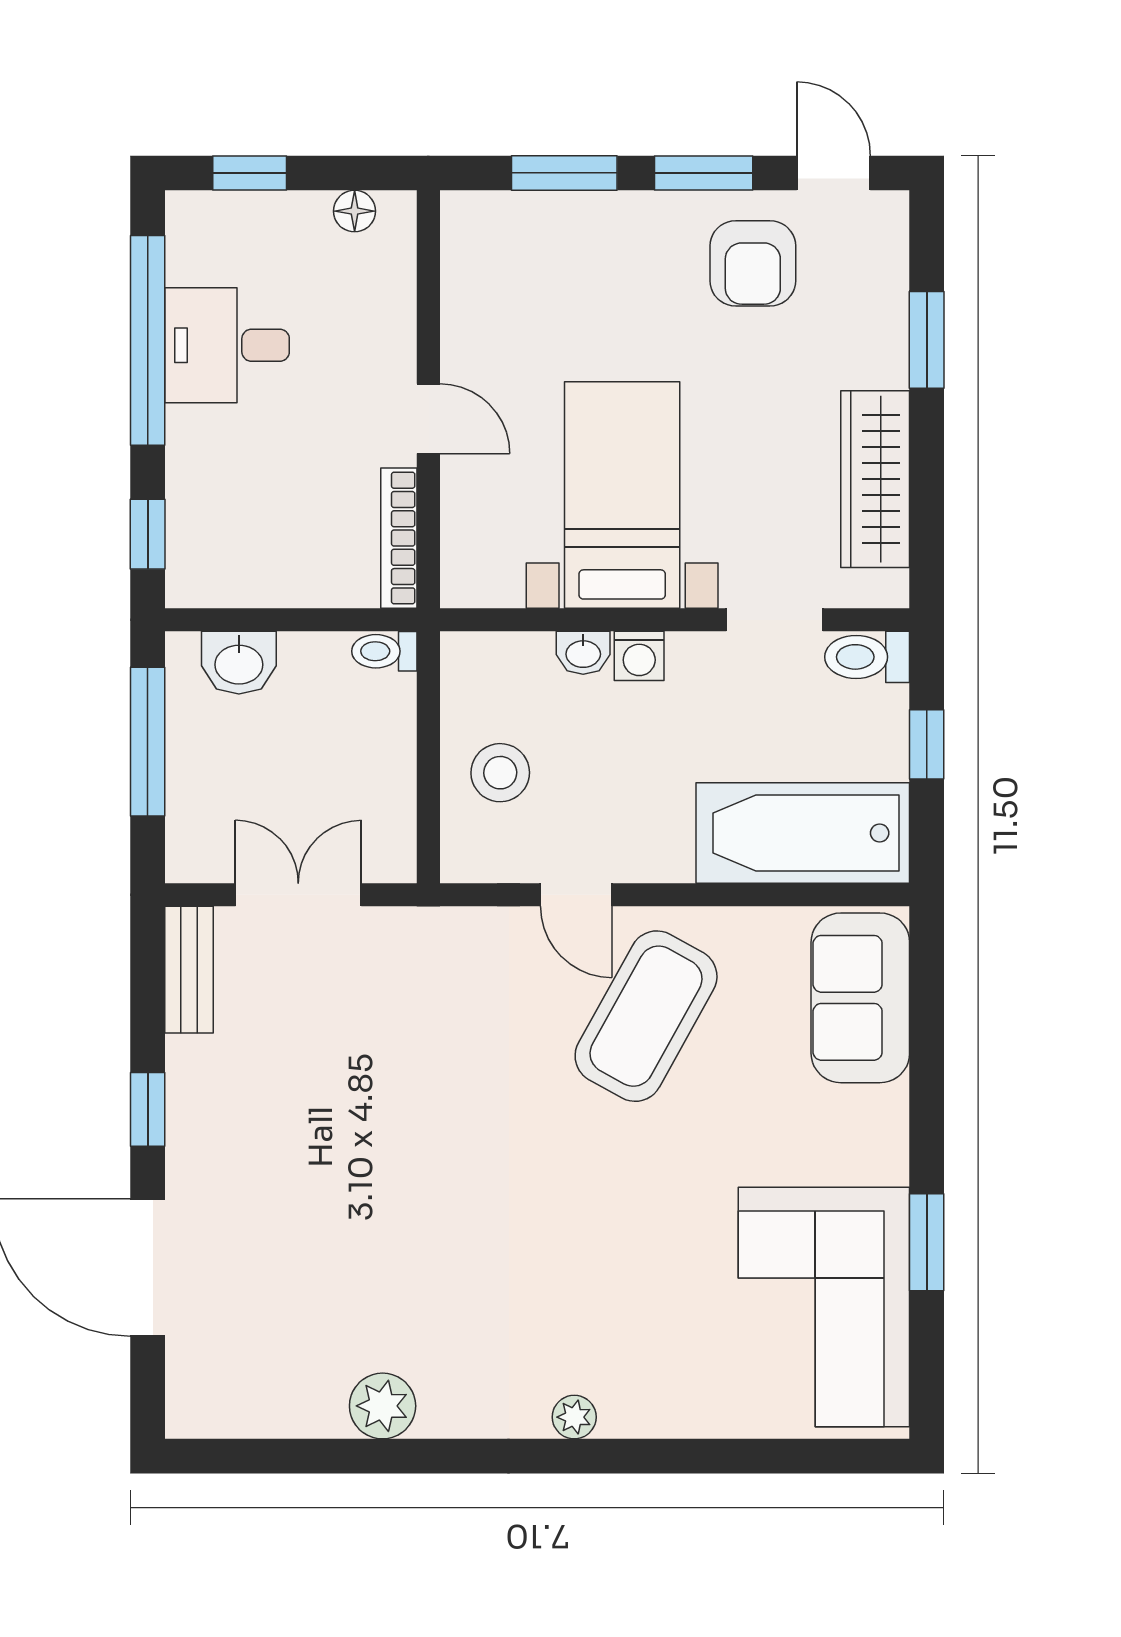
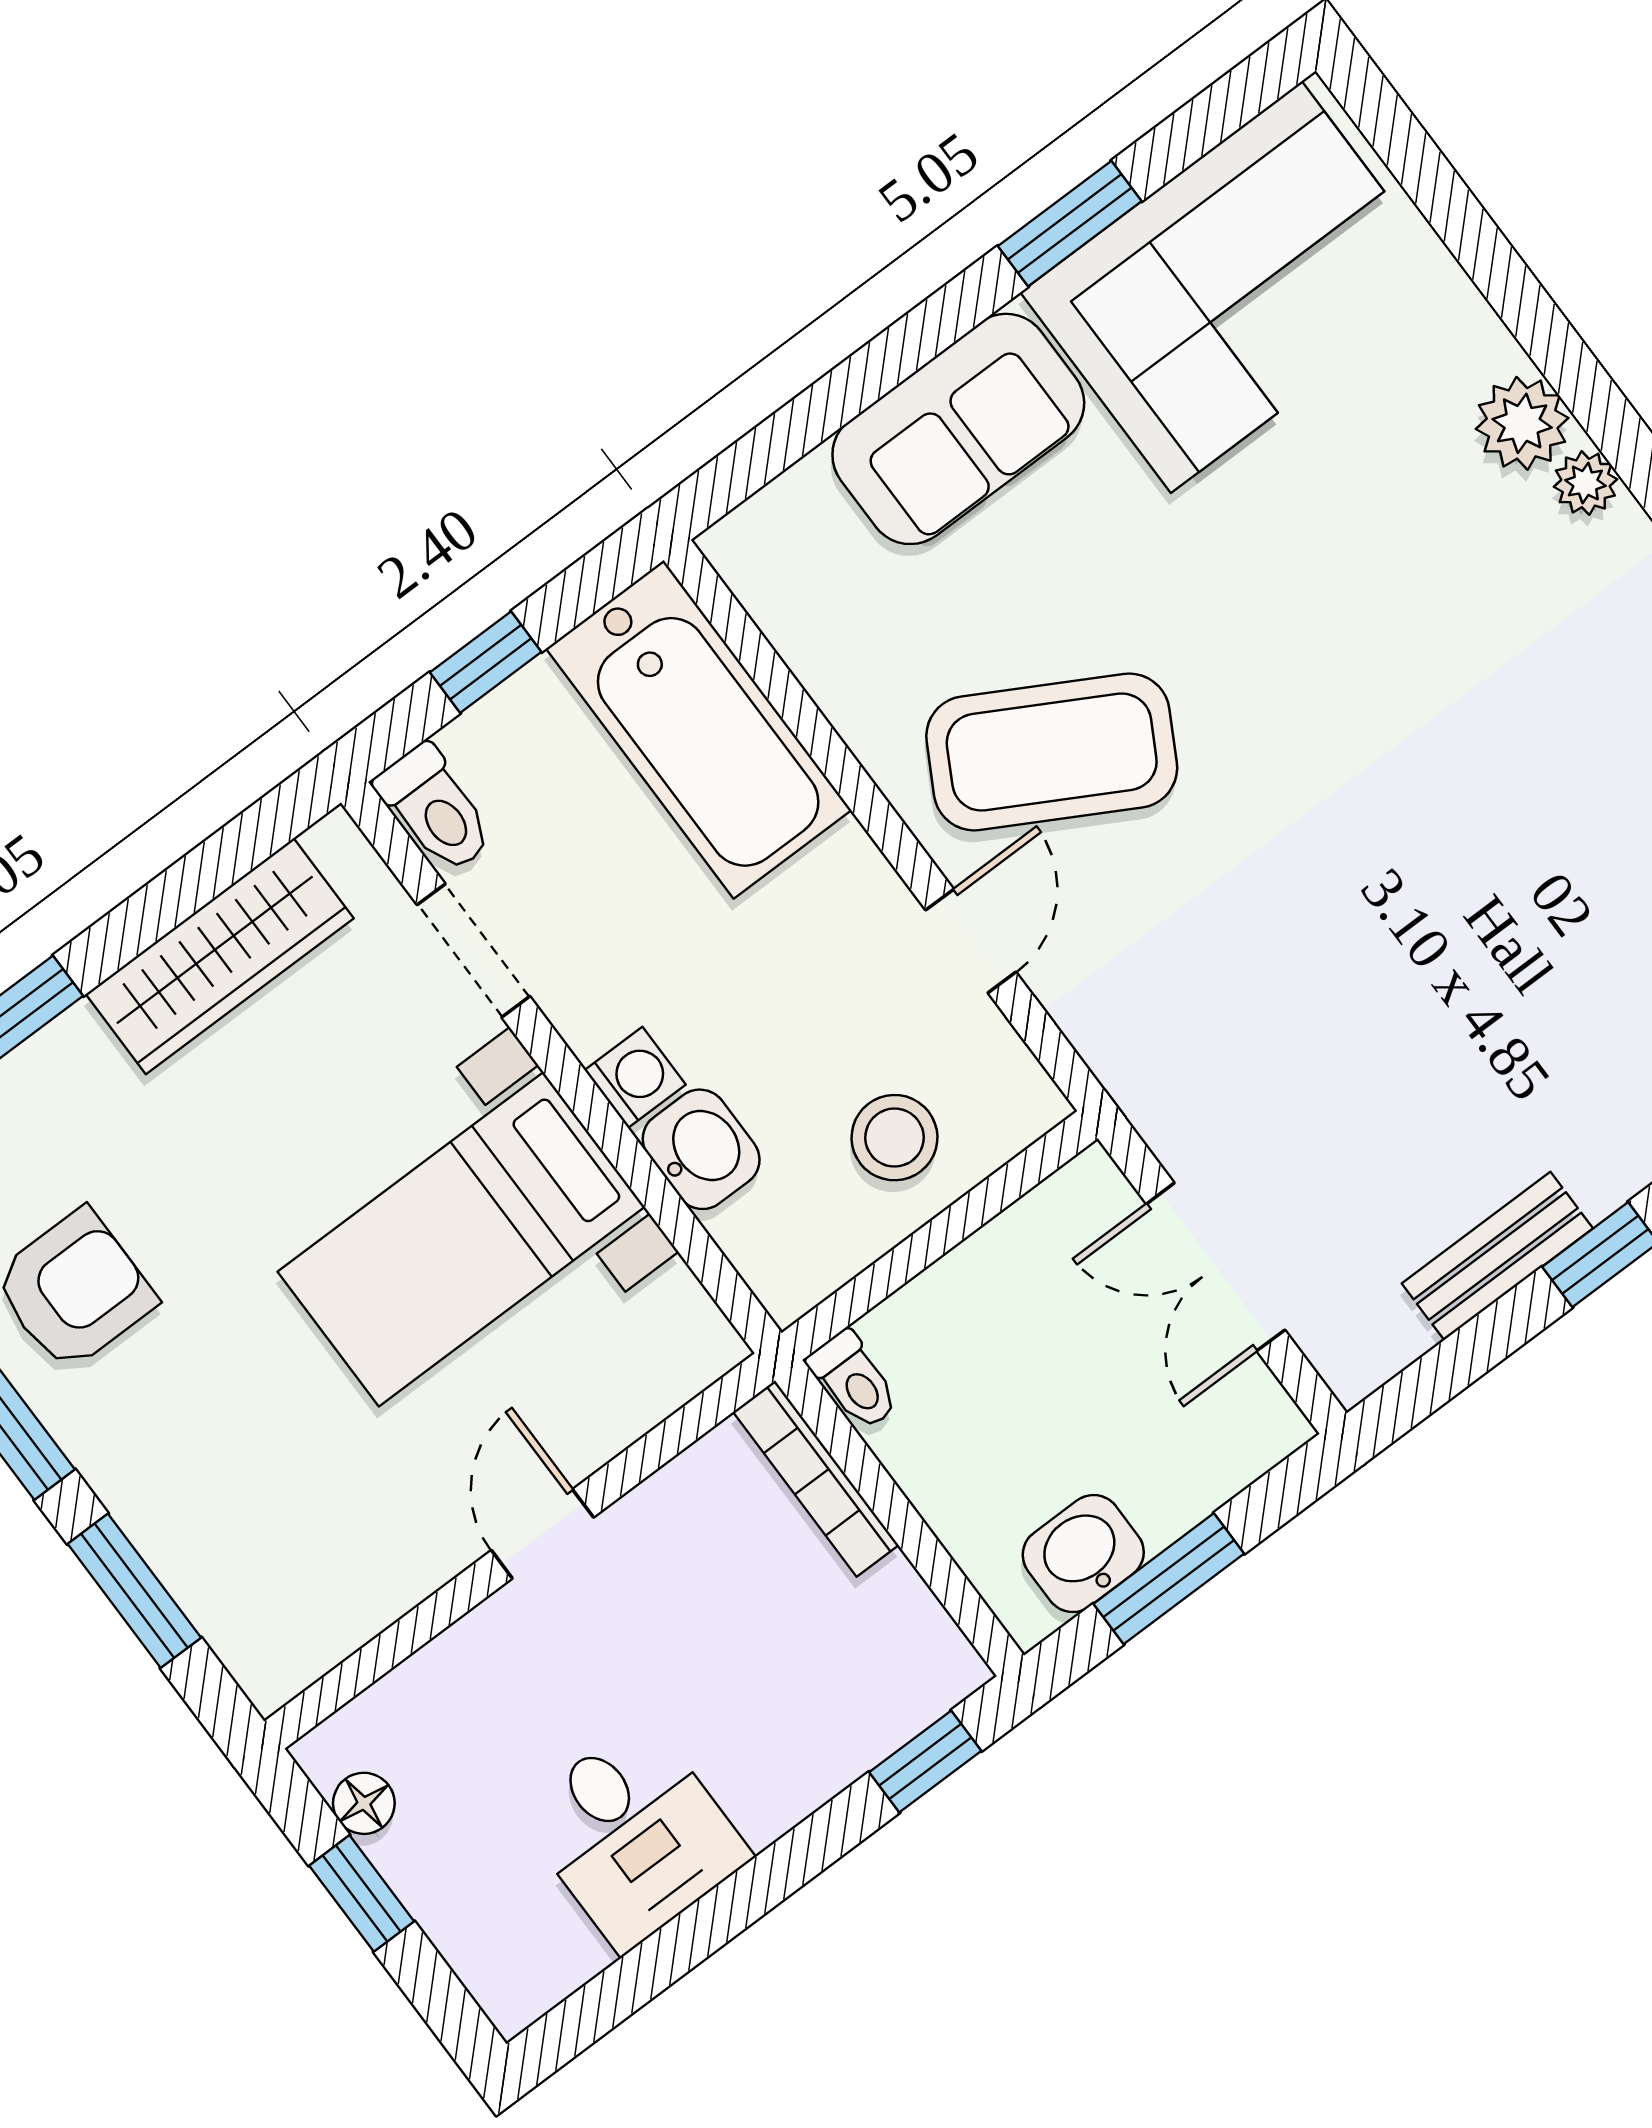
window: (250, 173) -> (362, 1893), moved
window: (148, 340) -> (698, 1932), removed
bookcase: (399, 538) -> (816, 1479), moved, turned 90
washbasin: (583, 653) -> (701, 1149), width x1.38, depth x1.45
washbasin: (239, 663) -> (1083, 1554), moved, turned -90
window: (148, 742) -> (1169, 1579), width x0.69
bench: (189, 970) -> (1497, 1256), moved
sofa: (860, 998) -> (958, 429), moved
plant: (633, 1407) -> (1522, 423), added

